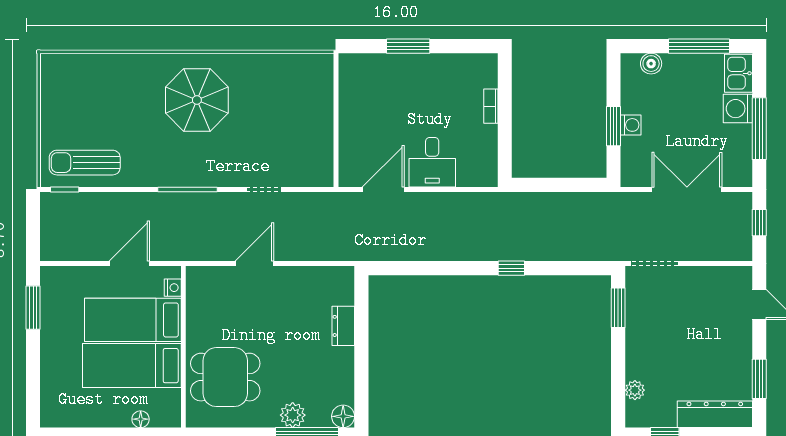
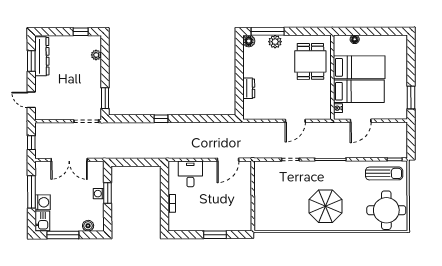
round table: (81, 92) -> (386, 210), added
desk: (432, 162) -> (190, 174), moved
dining table: (225, 377) -> (310, 61), turned 90
dresser: (715, 414) -> (42, 56), moved, turned -90

